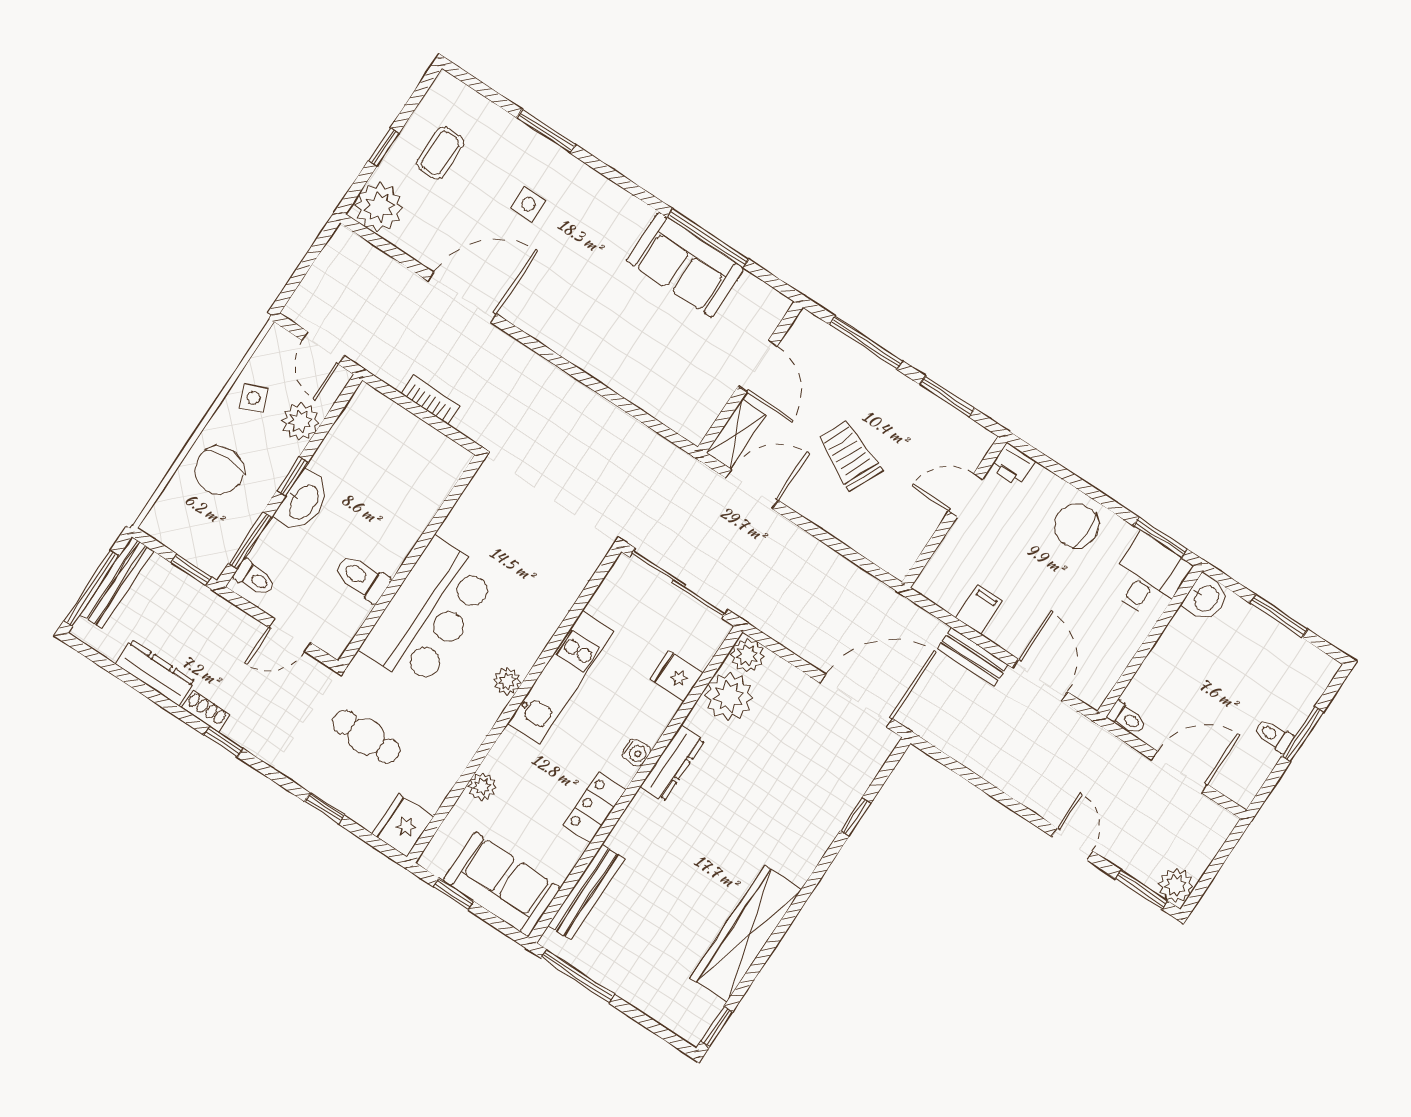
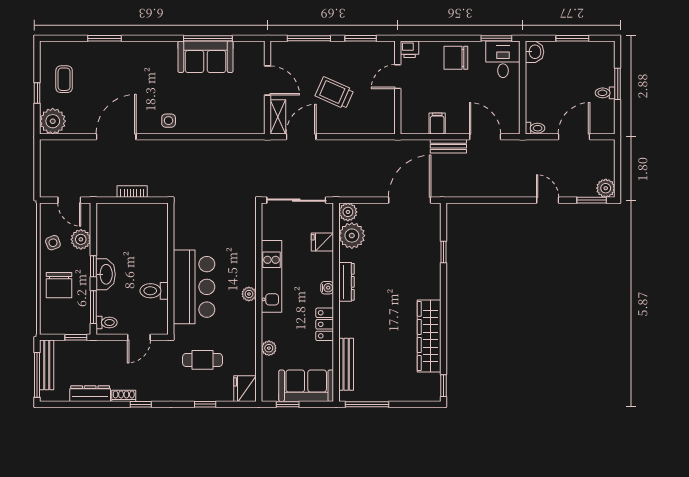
side table: (528, 204) -> (169, 121), moved

